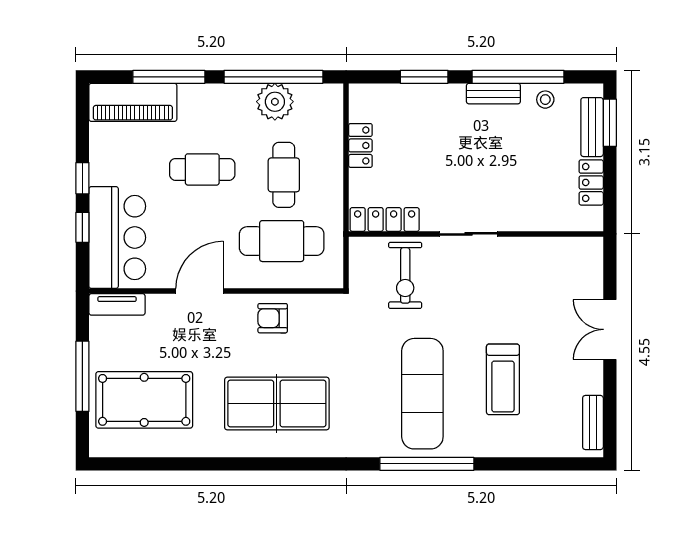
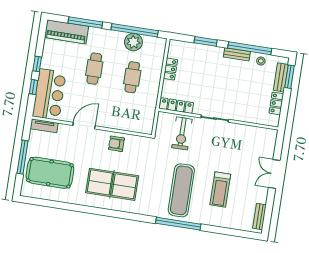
cafe table: (202, 169) -> (94, 69), turned 90
cafe table: (282, 241) -> (126, 108), removed

